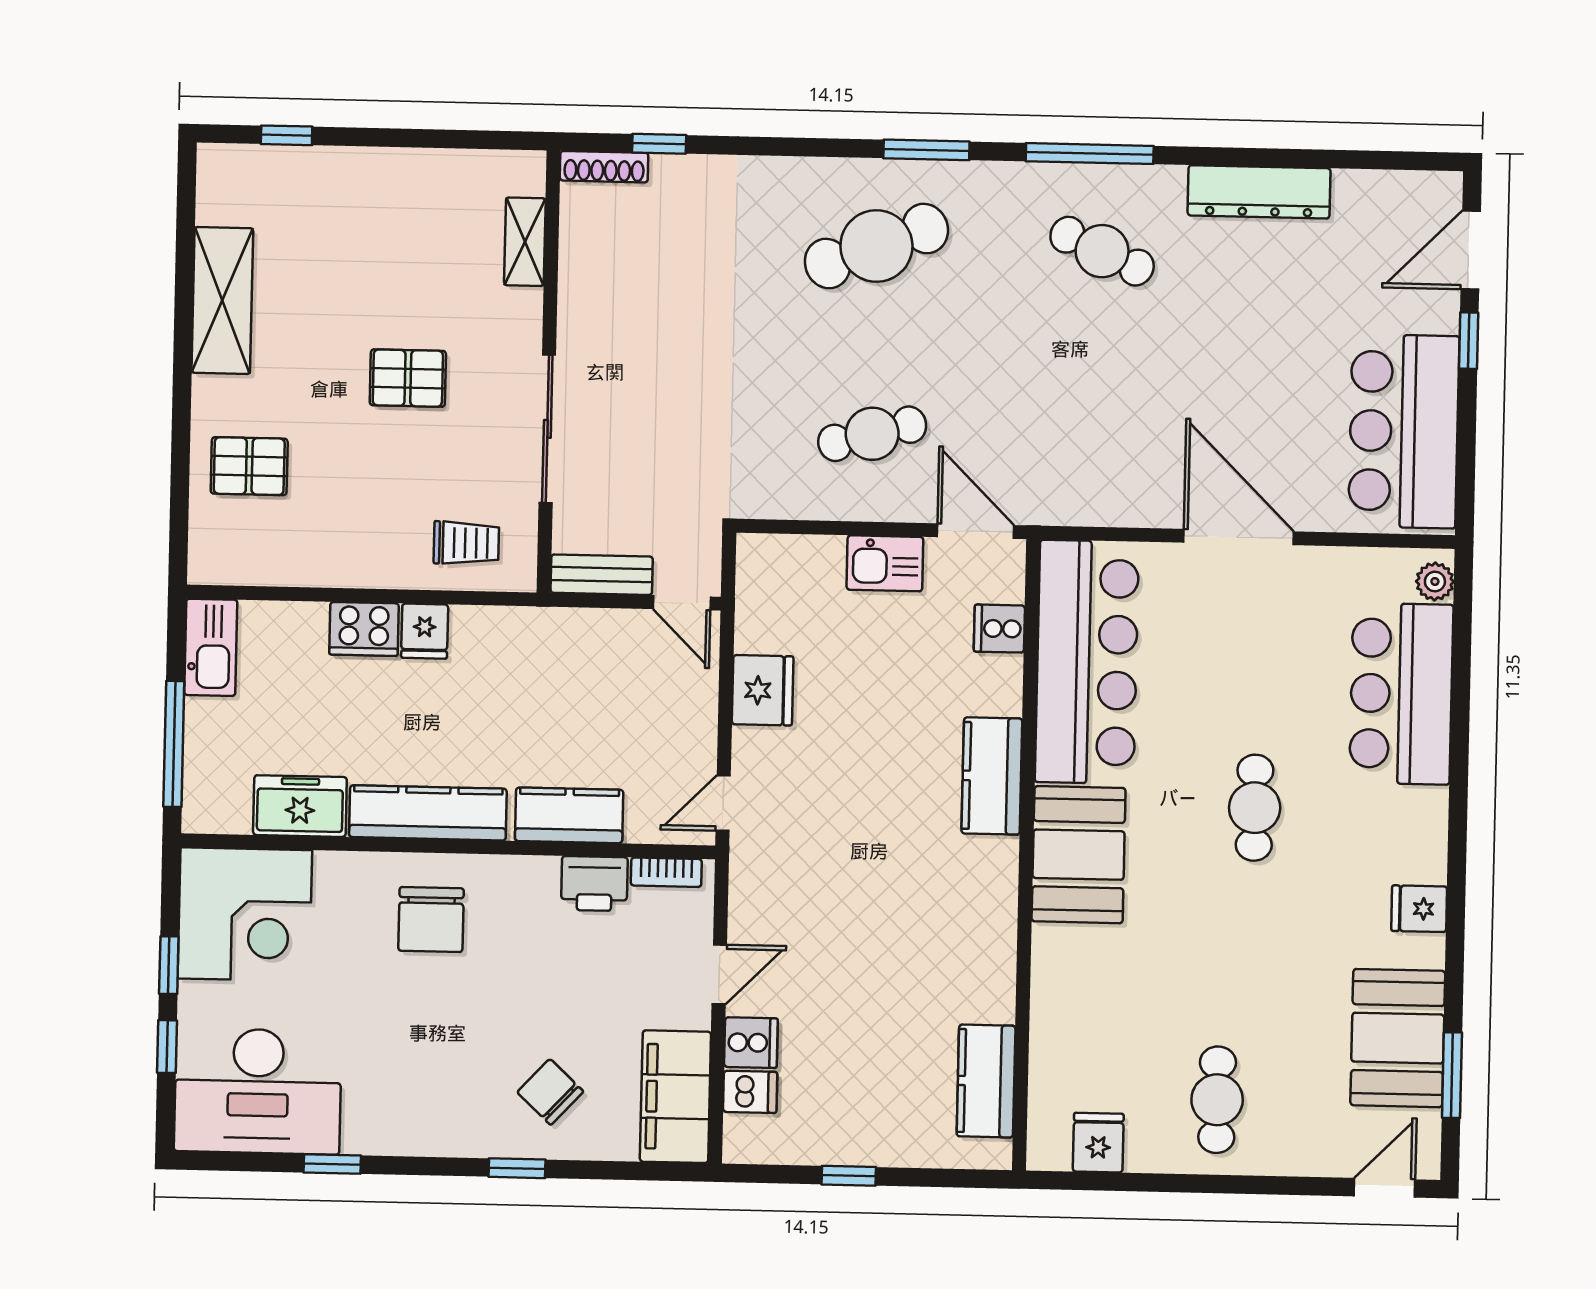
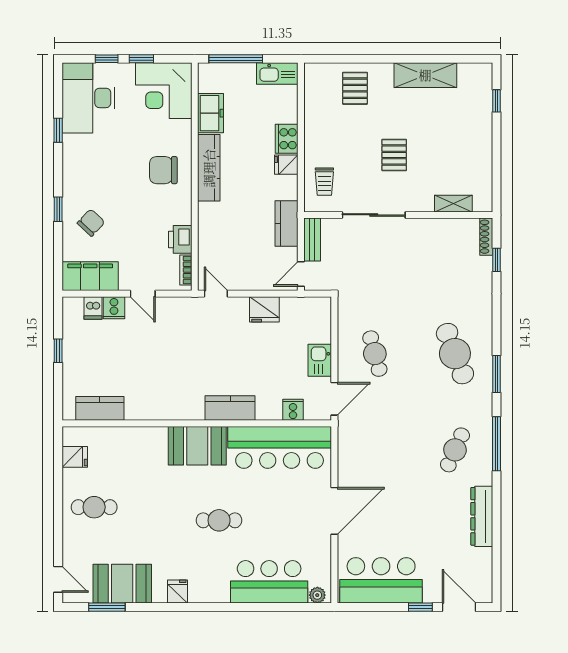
kitchen counter: (569, 815) -> (287, 223), moved, turned 180

